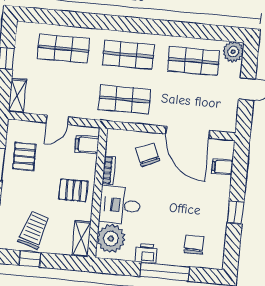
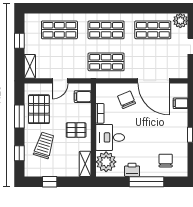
pallet: (24, 156) -> (39, 109), width x1.50, depth x1.42
trolley: (34, 230) -> (44, 145), moved

